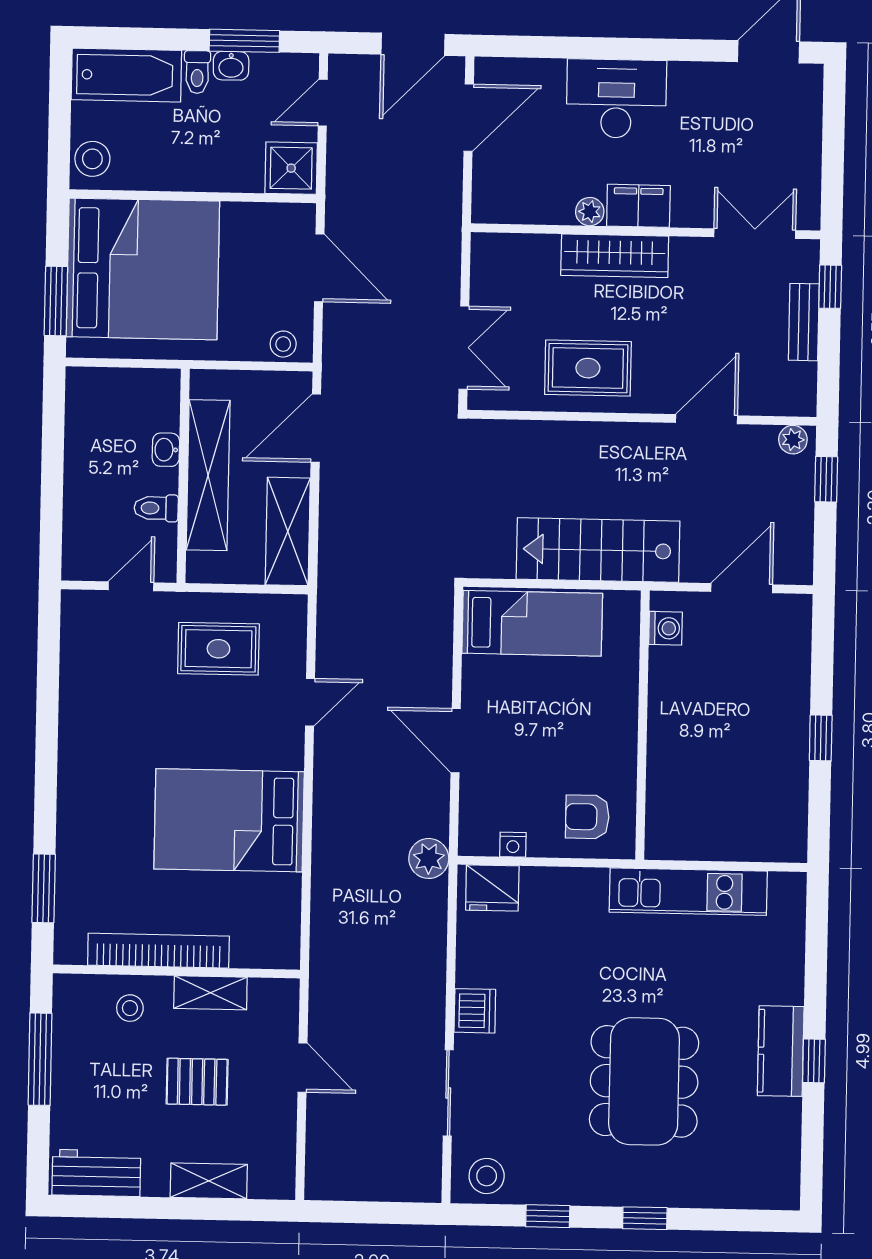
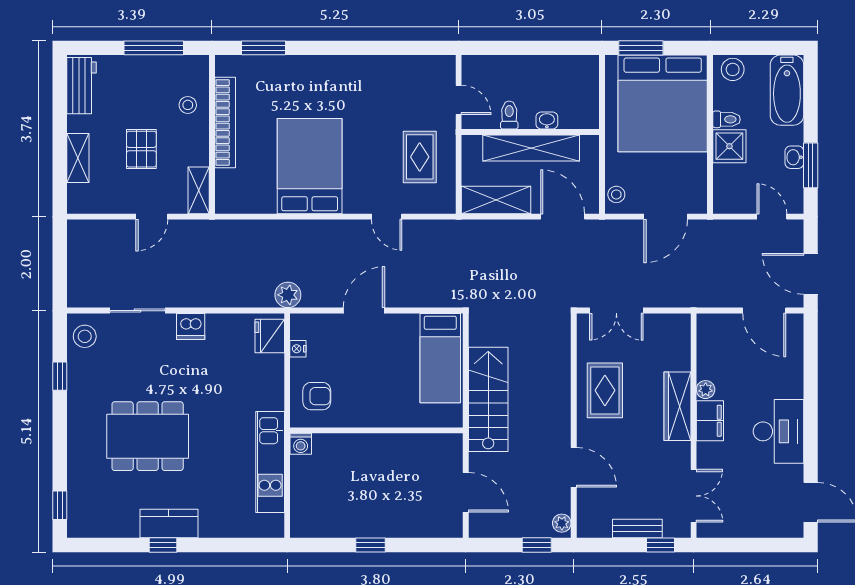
toilet: (197, 72) -> (727, 119), moved, turned 180
desk: (616, 99) -> (778, 431), moved
shower: (291, 168) -> (729, 146), moved
washing machine: (665, 628) -> (301, 444), moved
armchair: (587, 817) -> (317, 396), turned 90
shelving: (210, 993) -> (199, 190), moved
window: (645, 1218) -> (60, 505), moved

